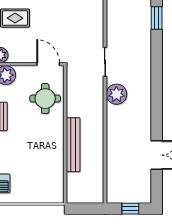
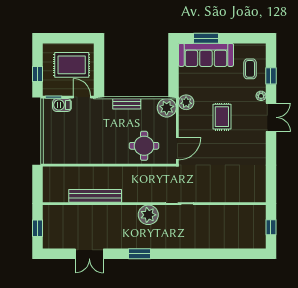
window: (157, 18) -> (139, 254), moved
bench: (73, 145) -> (95, 196), moved

